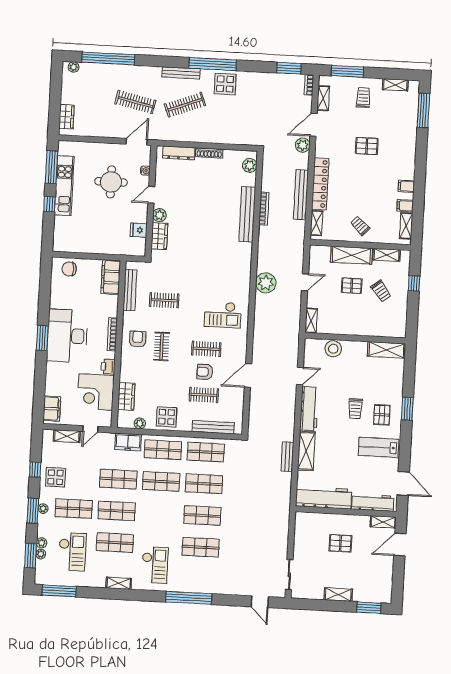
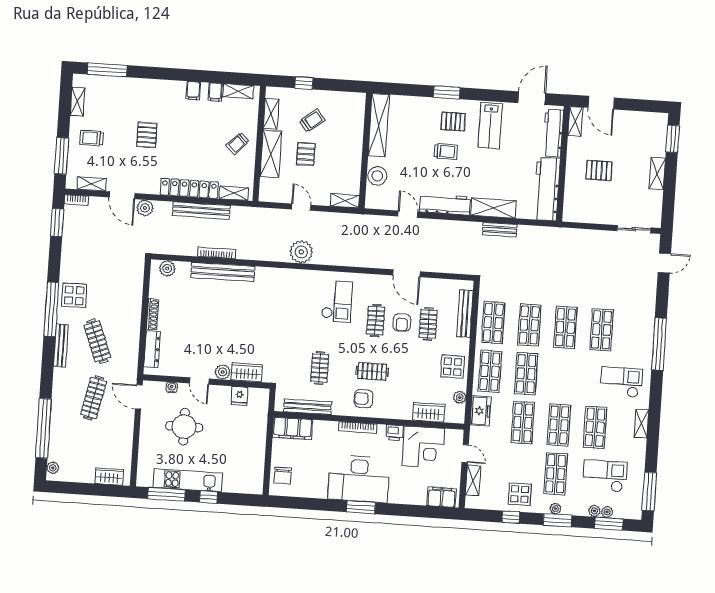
shelving: (386, 350) -> (379, 125), width x1.47
pallet: (340, 543) -> (599, 170), turned 90

